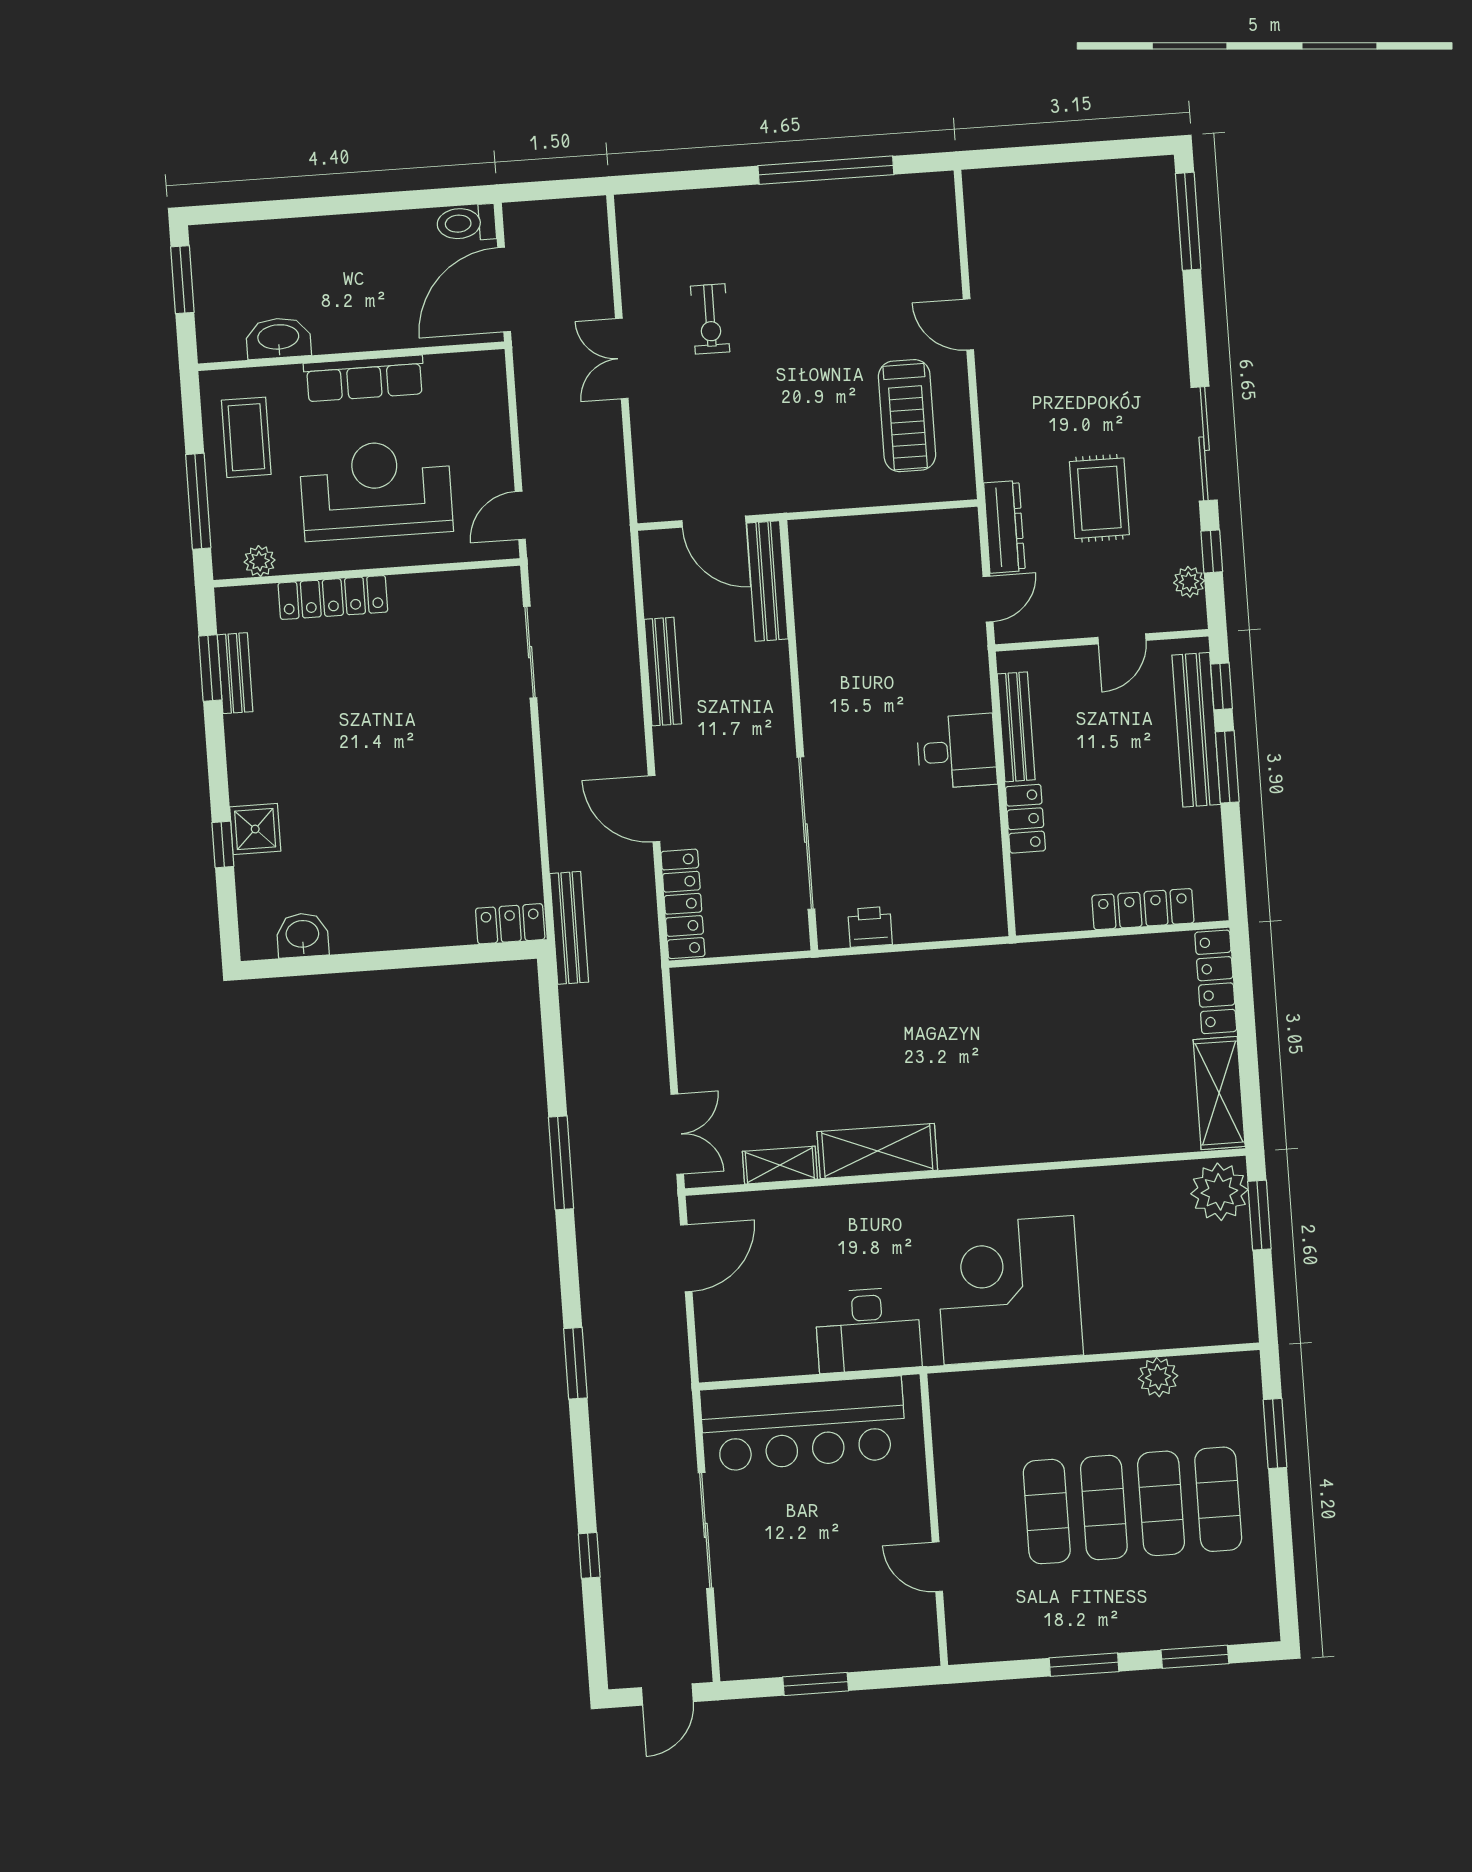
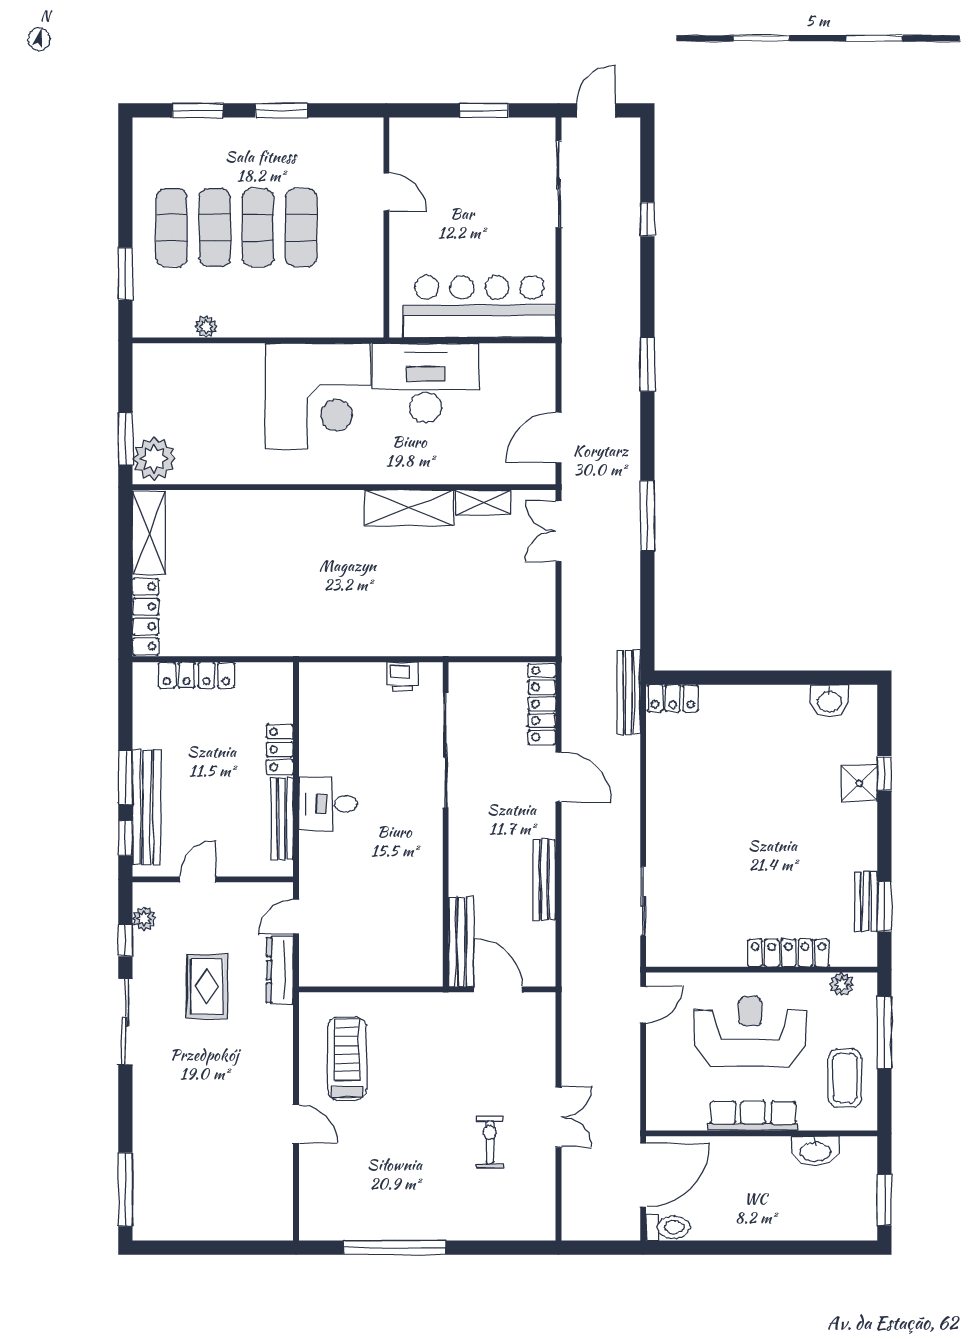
reception desk: (376, 490) -> (750, 1032), turned 180
desk: (868, 1330) -> (426, 383), width x1.36, depth x1.30
plant: (1158, 1377) -> (206, 327), width x0.73, depth x0.73
sliding door: (706, 1530) -> (558, 184), moved

